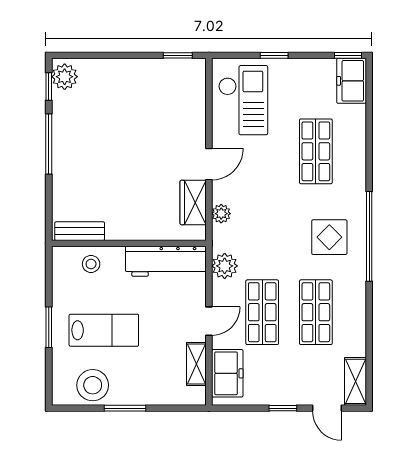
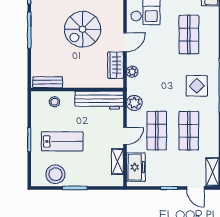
spiral stairs: (138, 142) -> (83, 29), added

